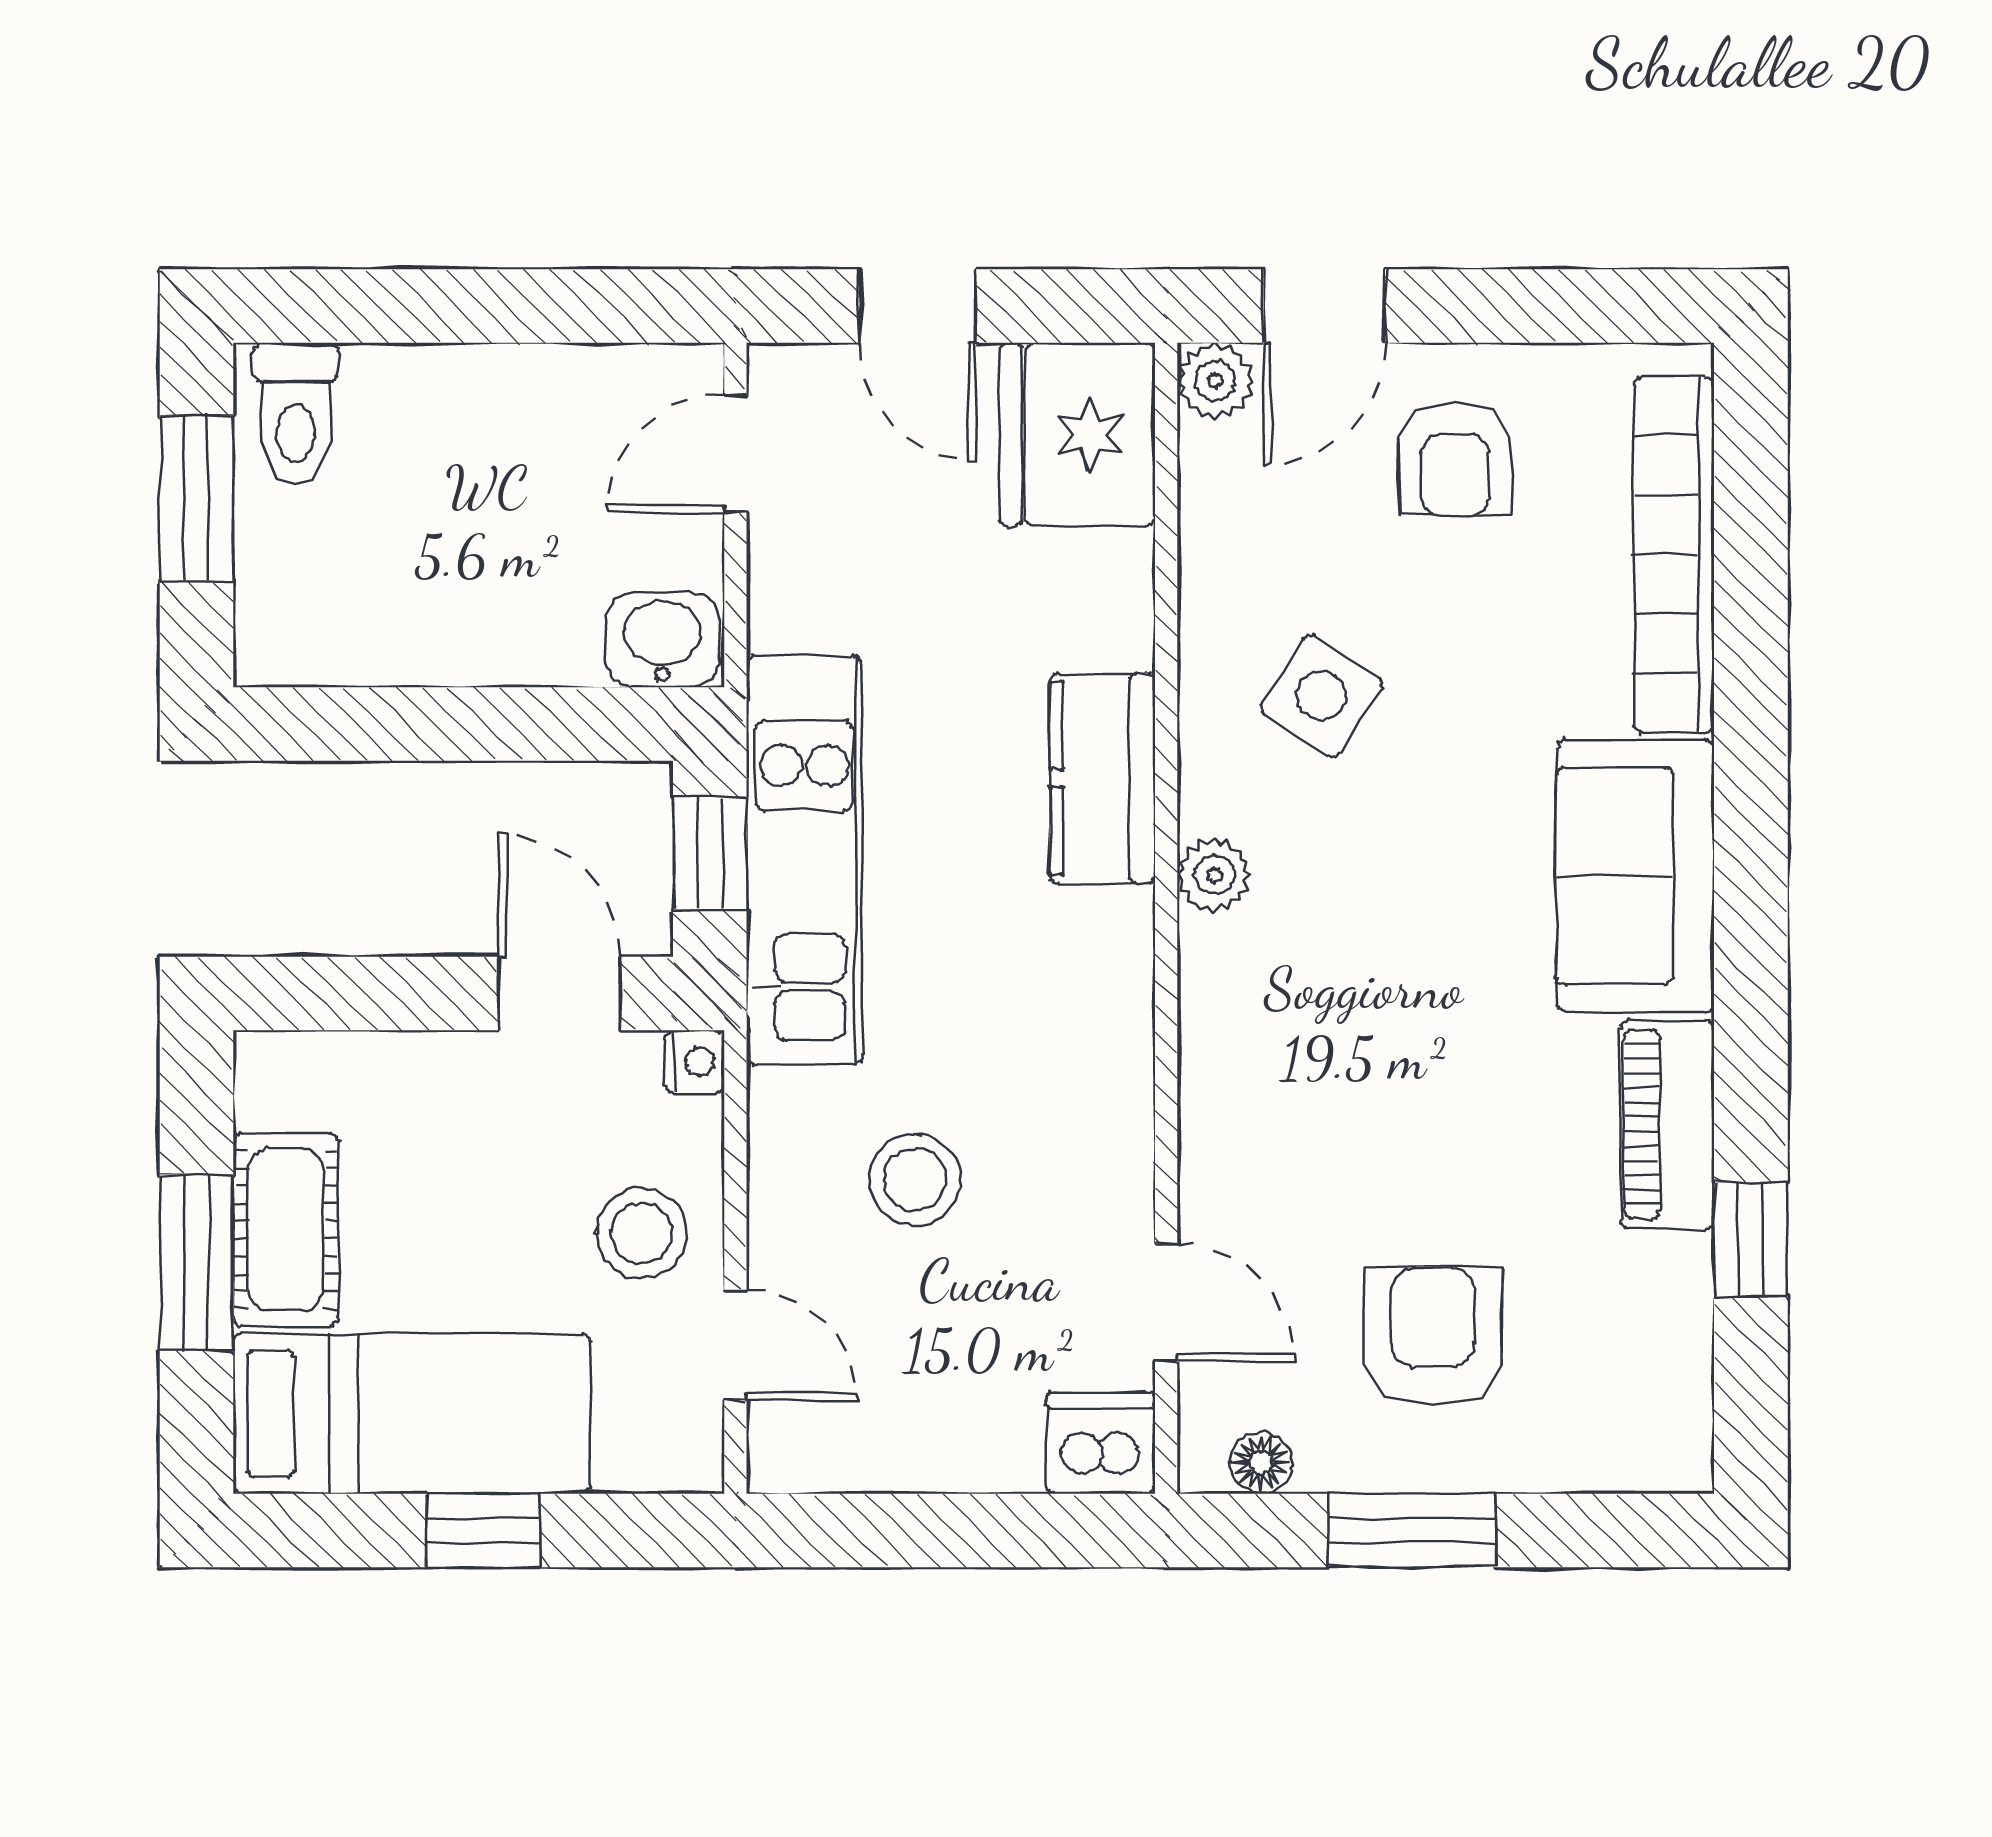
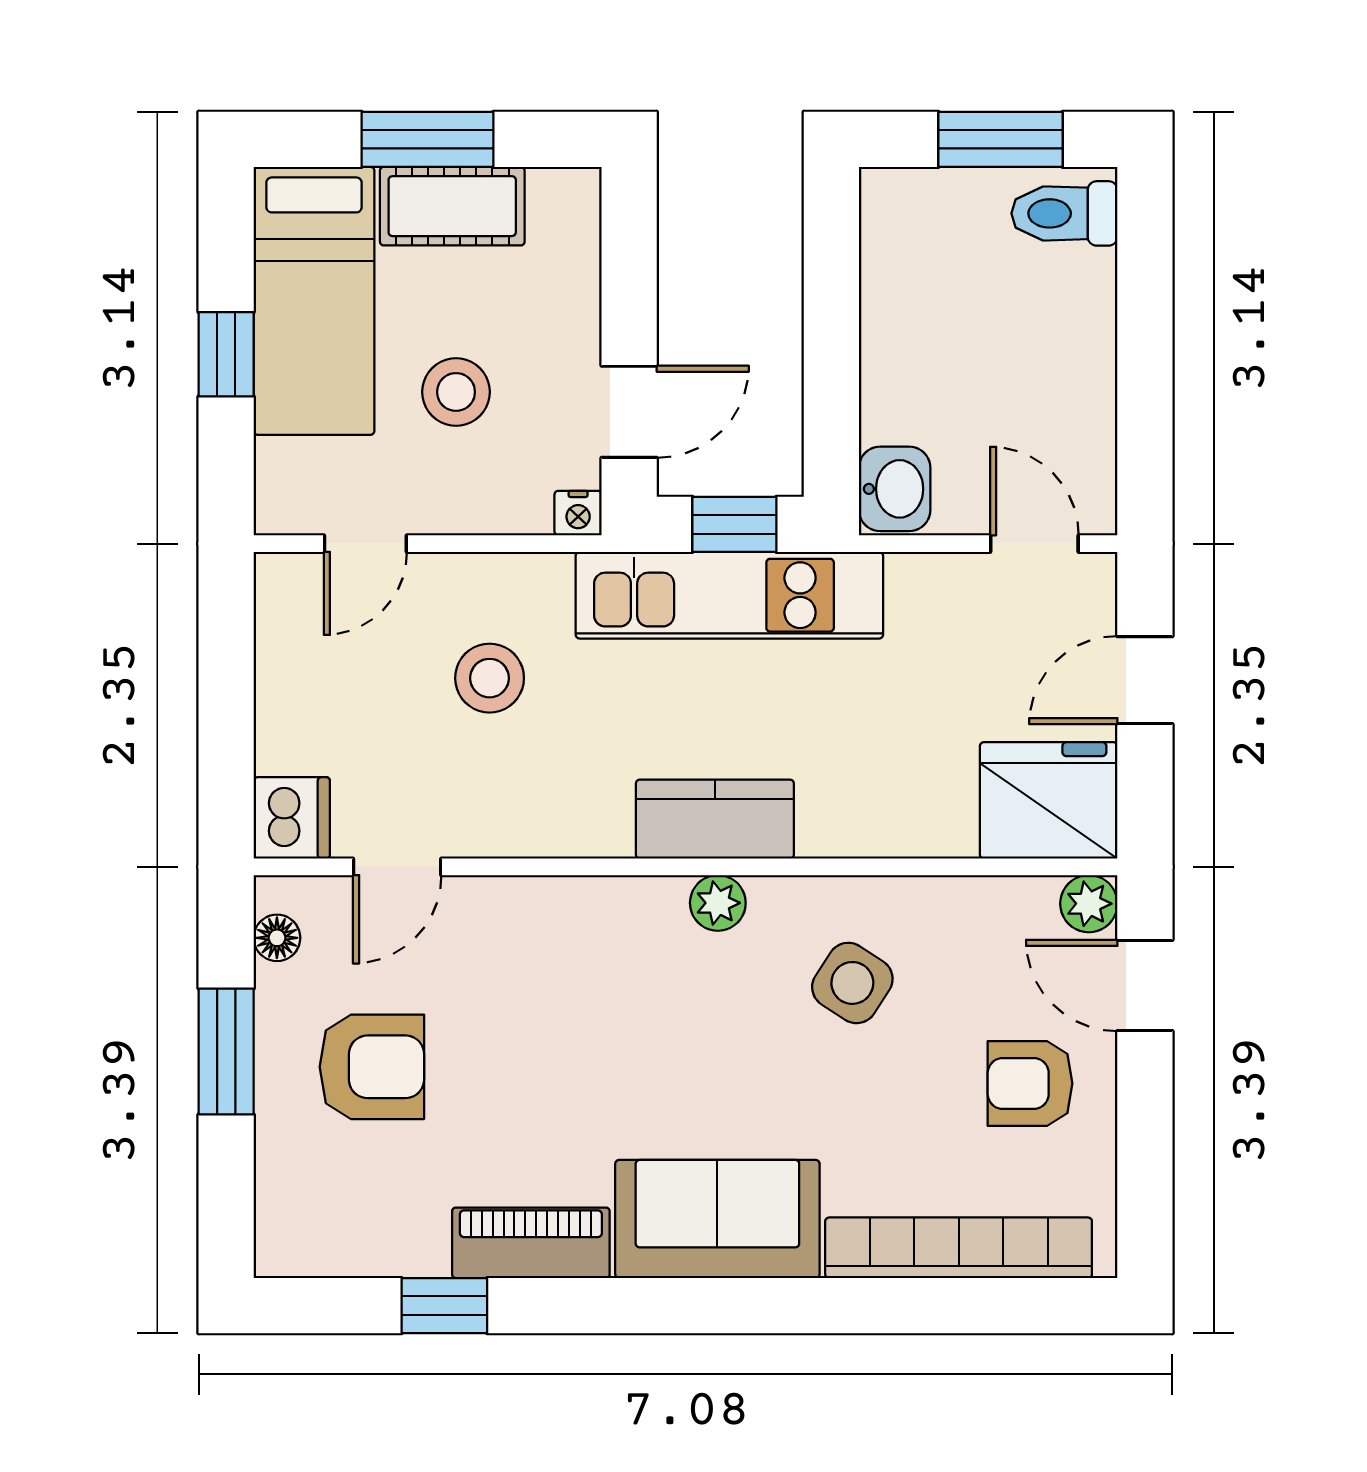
kitchen counter: (1103, 778) -> (715, 819), moved
stool: (641, 1233) -> (456, 392), moved

